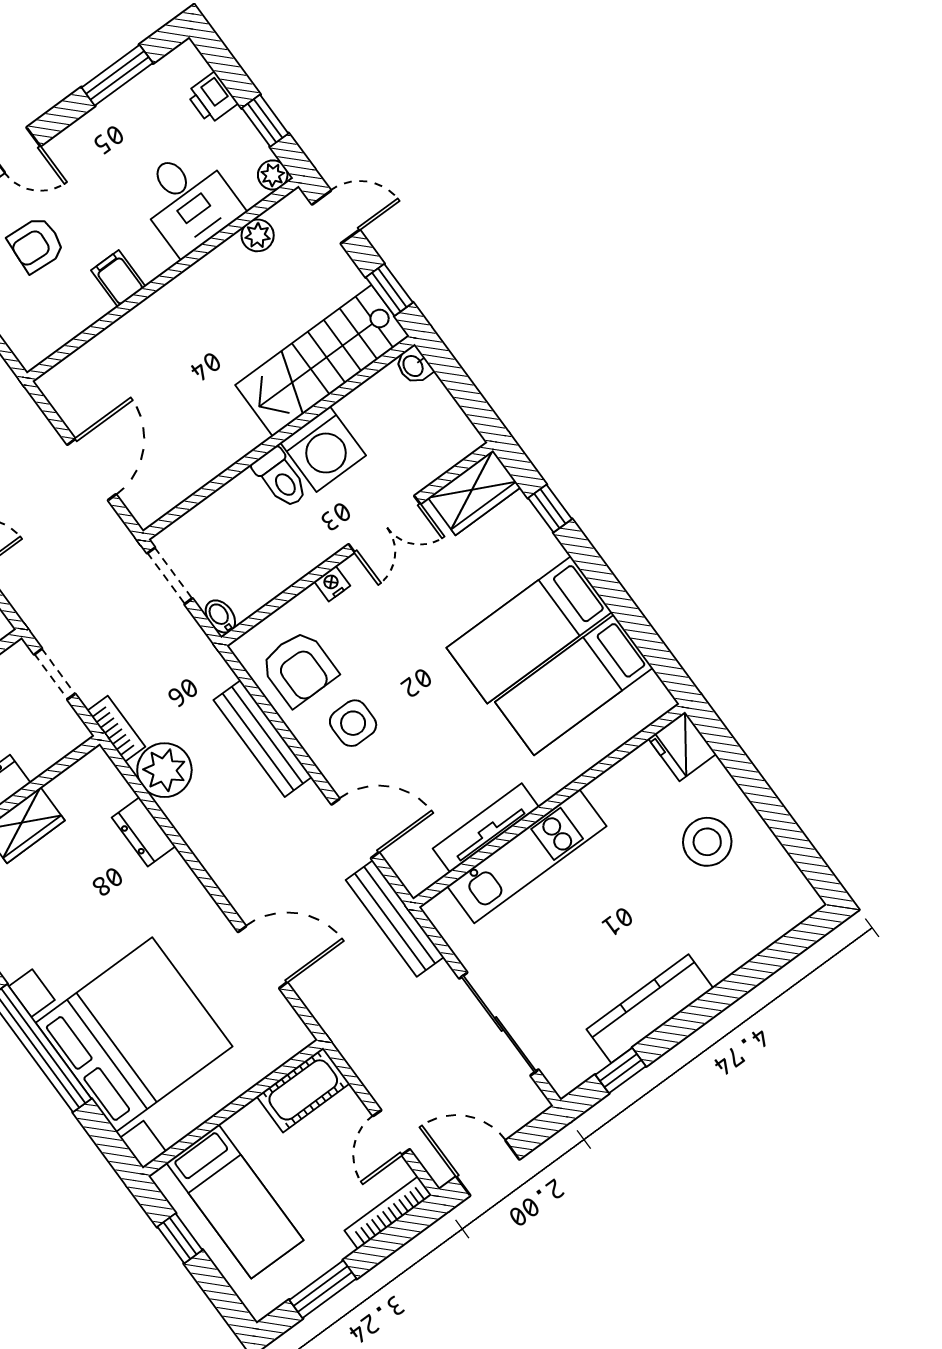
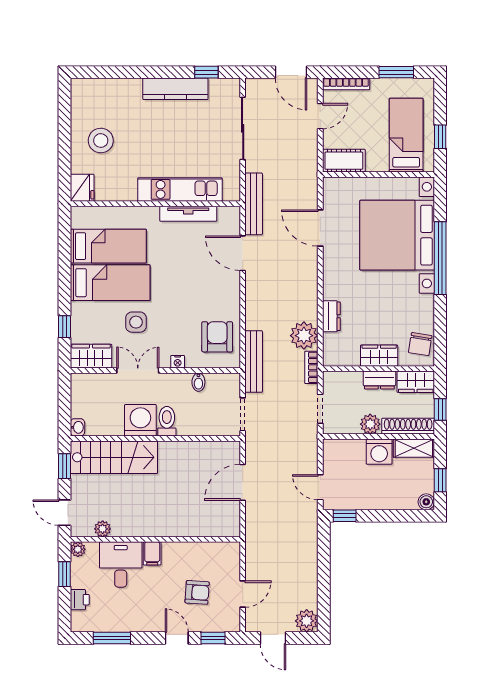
filing cabinet: (118, 278) -> (152, 553), moved
bidet: (220, 616) -> (198, 382), moved
side table: (353, 723) -> (136, 322), moved
bench: (263, 739) -> (254, 362), moved

